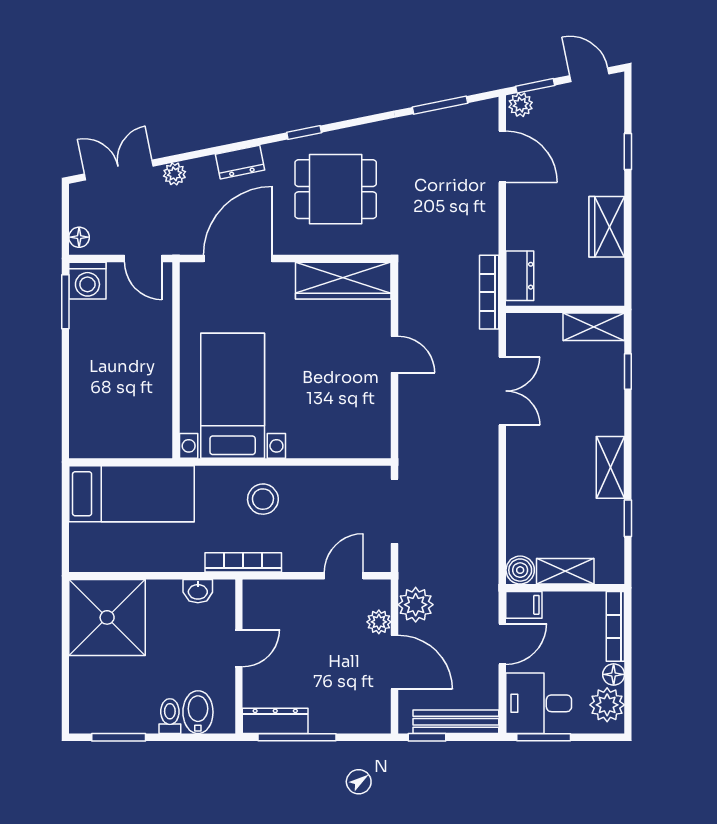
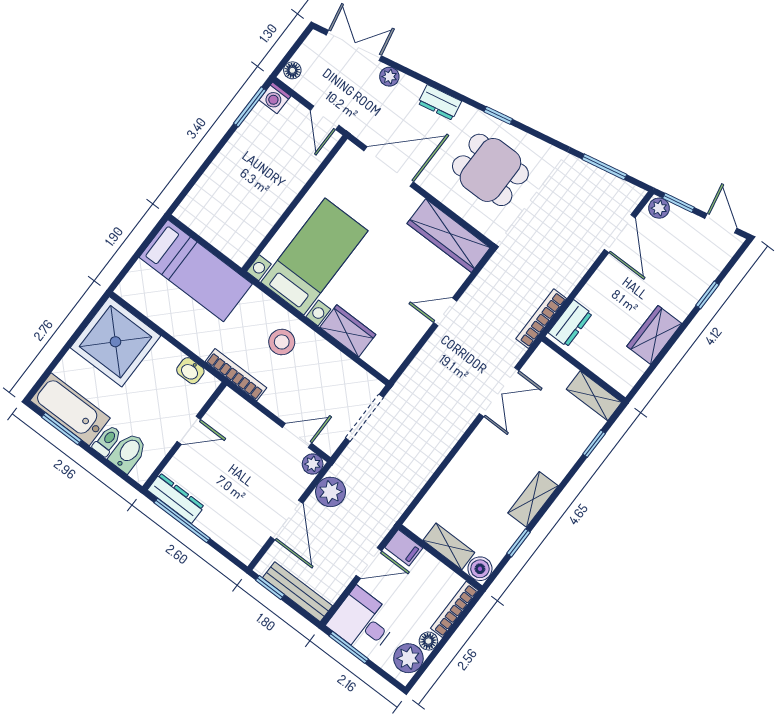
washing machine: (87, 281) -> (275, 98), width x0.73, depth x0.73
door: (394, 354) -> (445, 312), swing flipped
wardrobe: (317, 442) -> (348, 331), added
boiler: (520, 570) -> (480, 569), moved
plant: (379, 622) -> (313, 464), moved
bathtub: (113, 713) -> (70, 409), added

